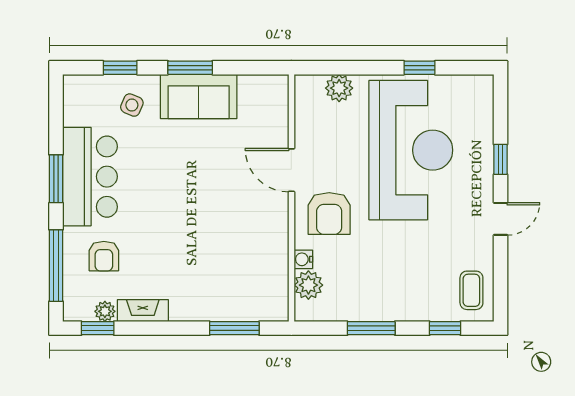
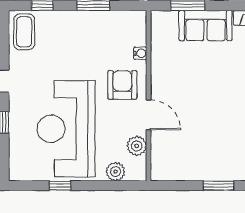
sofa: (199, 96) -> (206, 26), moved, turned 180
plant: (308, 285) -> (137, 146), moved
coffee table: (471, 290) -> (24, 32), width x1.36, depth x1.30

